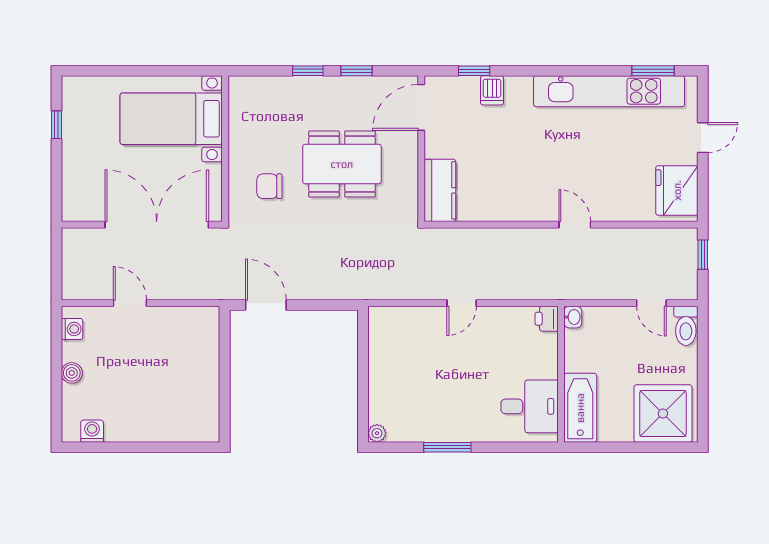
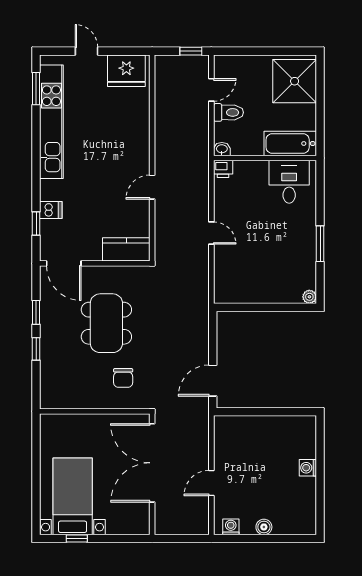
bed with nightstands: (171, 119) -> (73, 496), moved, turned 180
door: (575, 225) -> (152, 187), moved
window: (703, 255) -> (191, 51), moved
toilet: (686, 326) -> (228, 112), moved
washing machine: (92, 431) -> (308, 468), moved

